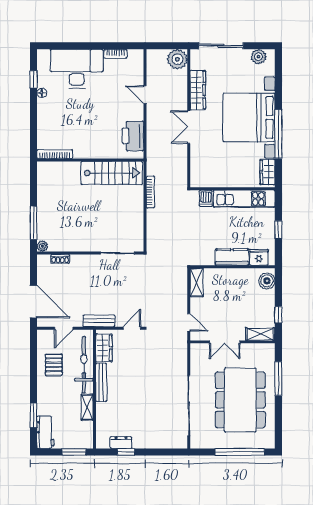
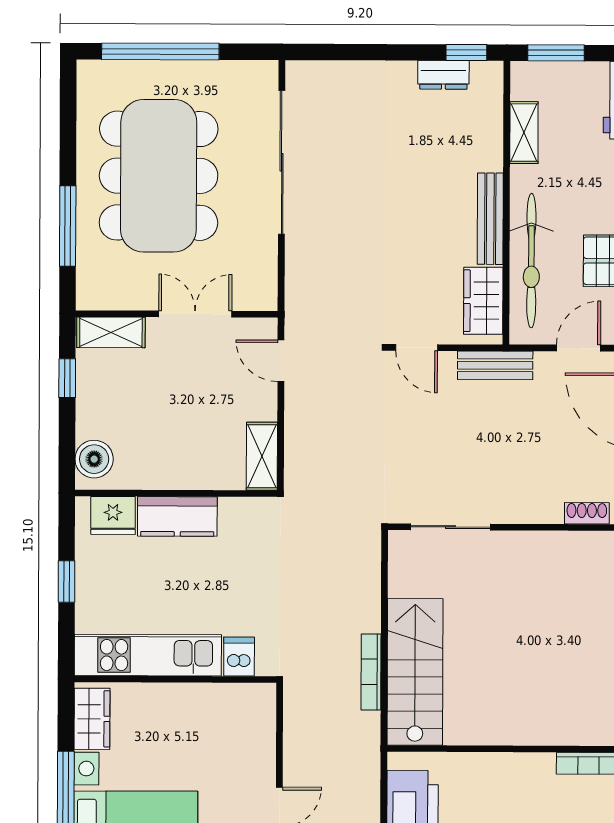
stairs: (112, 173) -> (415, 672), moved, turned 90
door: (132, 328) -> (417, 347), hinge flipped
shelving: (87, 407) -> (524, 133), moved
window: (126, 452) -> (466, 53), moved

